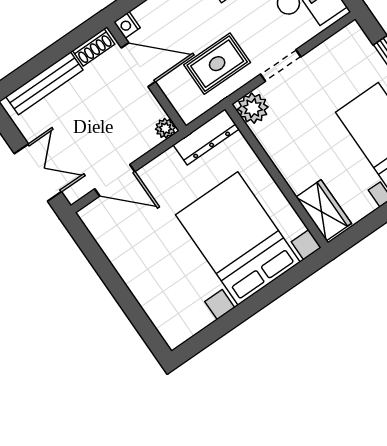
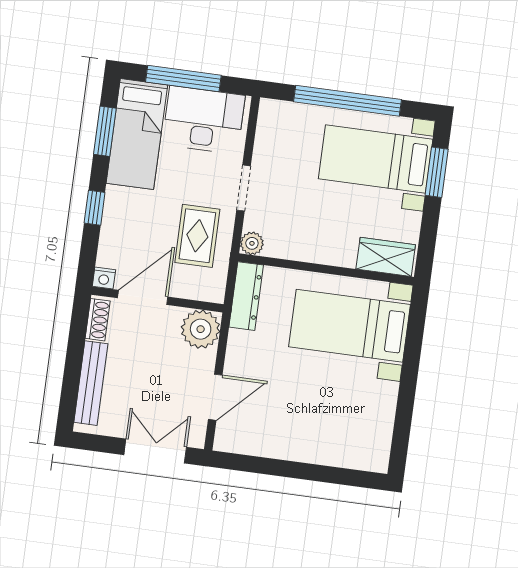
plant: (253, 108) -> (252, 243), width x0.73, depth x0.73
plant: (165, 128) -> (201, 329), width x1.87, depth x1.87
bed with nightstands: (238, 239) -> (349, 326), width x0.73

